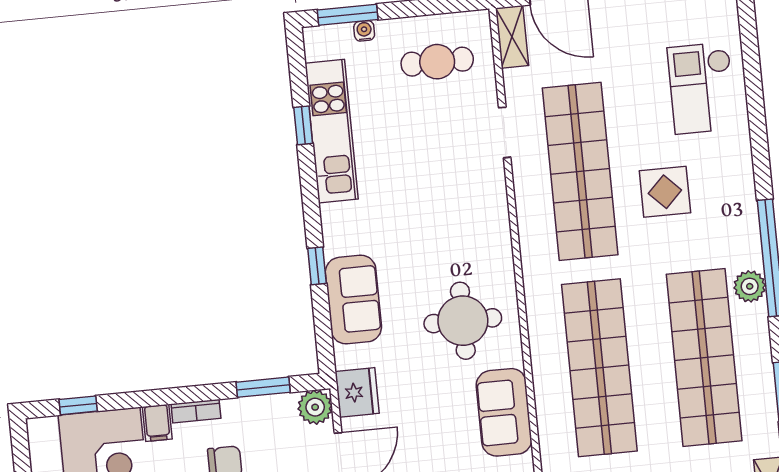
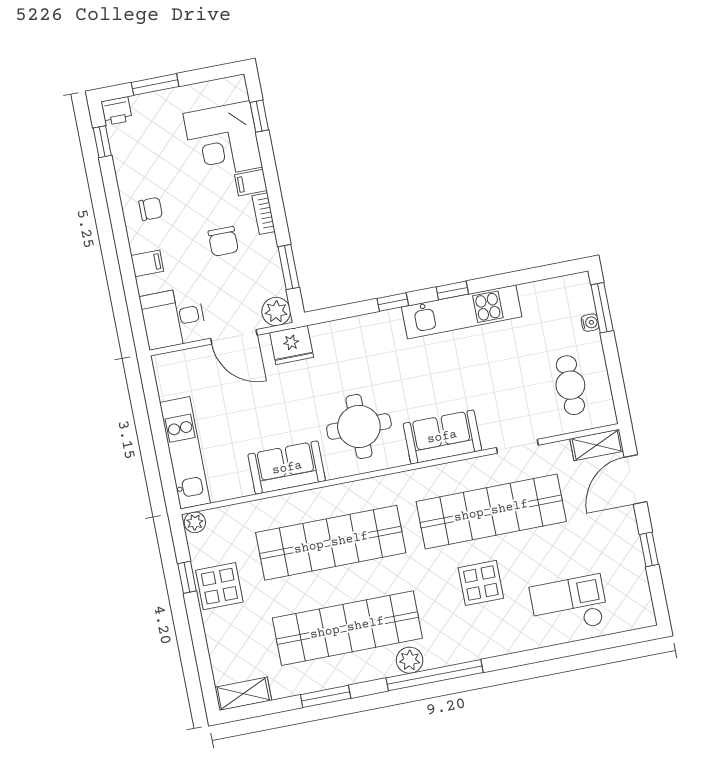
window: (303, 125) -> (452, 290), moved
kitchen unit: (331, 131) -> (462, 312), moved
sofa: (353, 300) -> (442, 437), moved, turned 180

